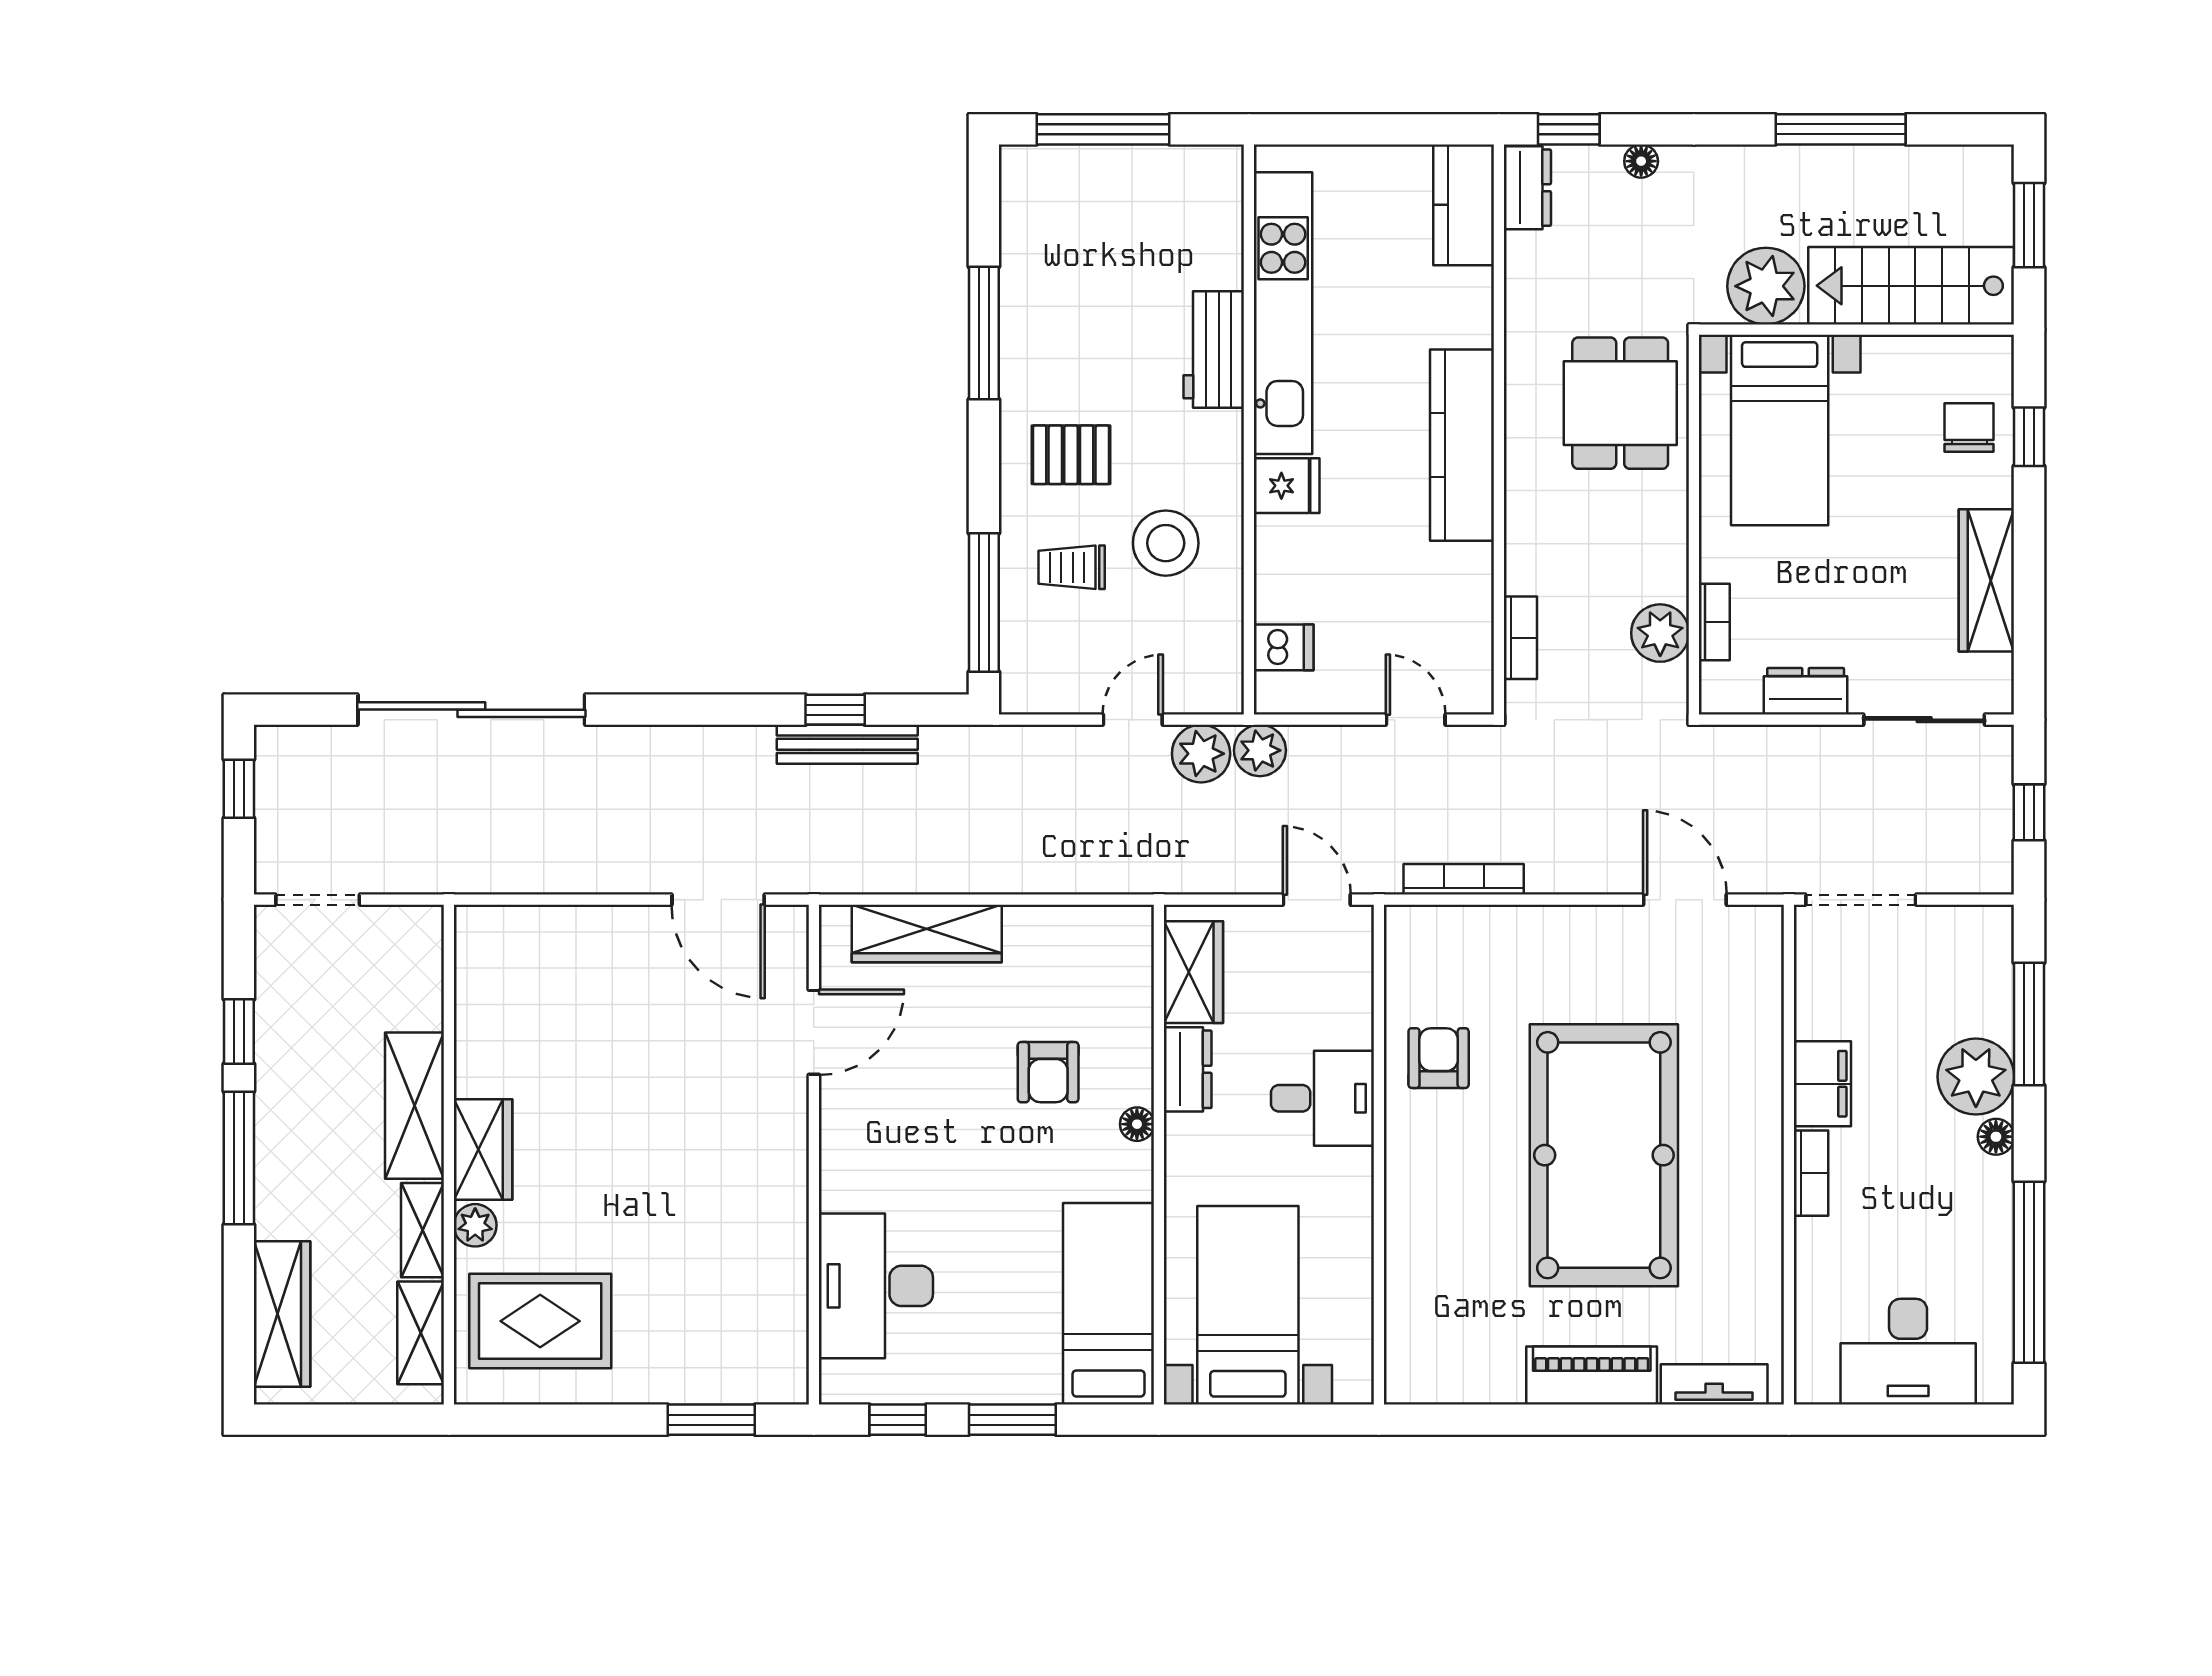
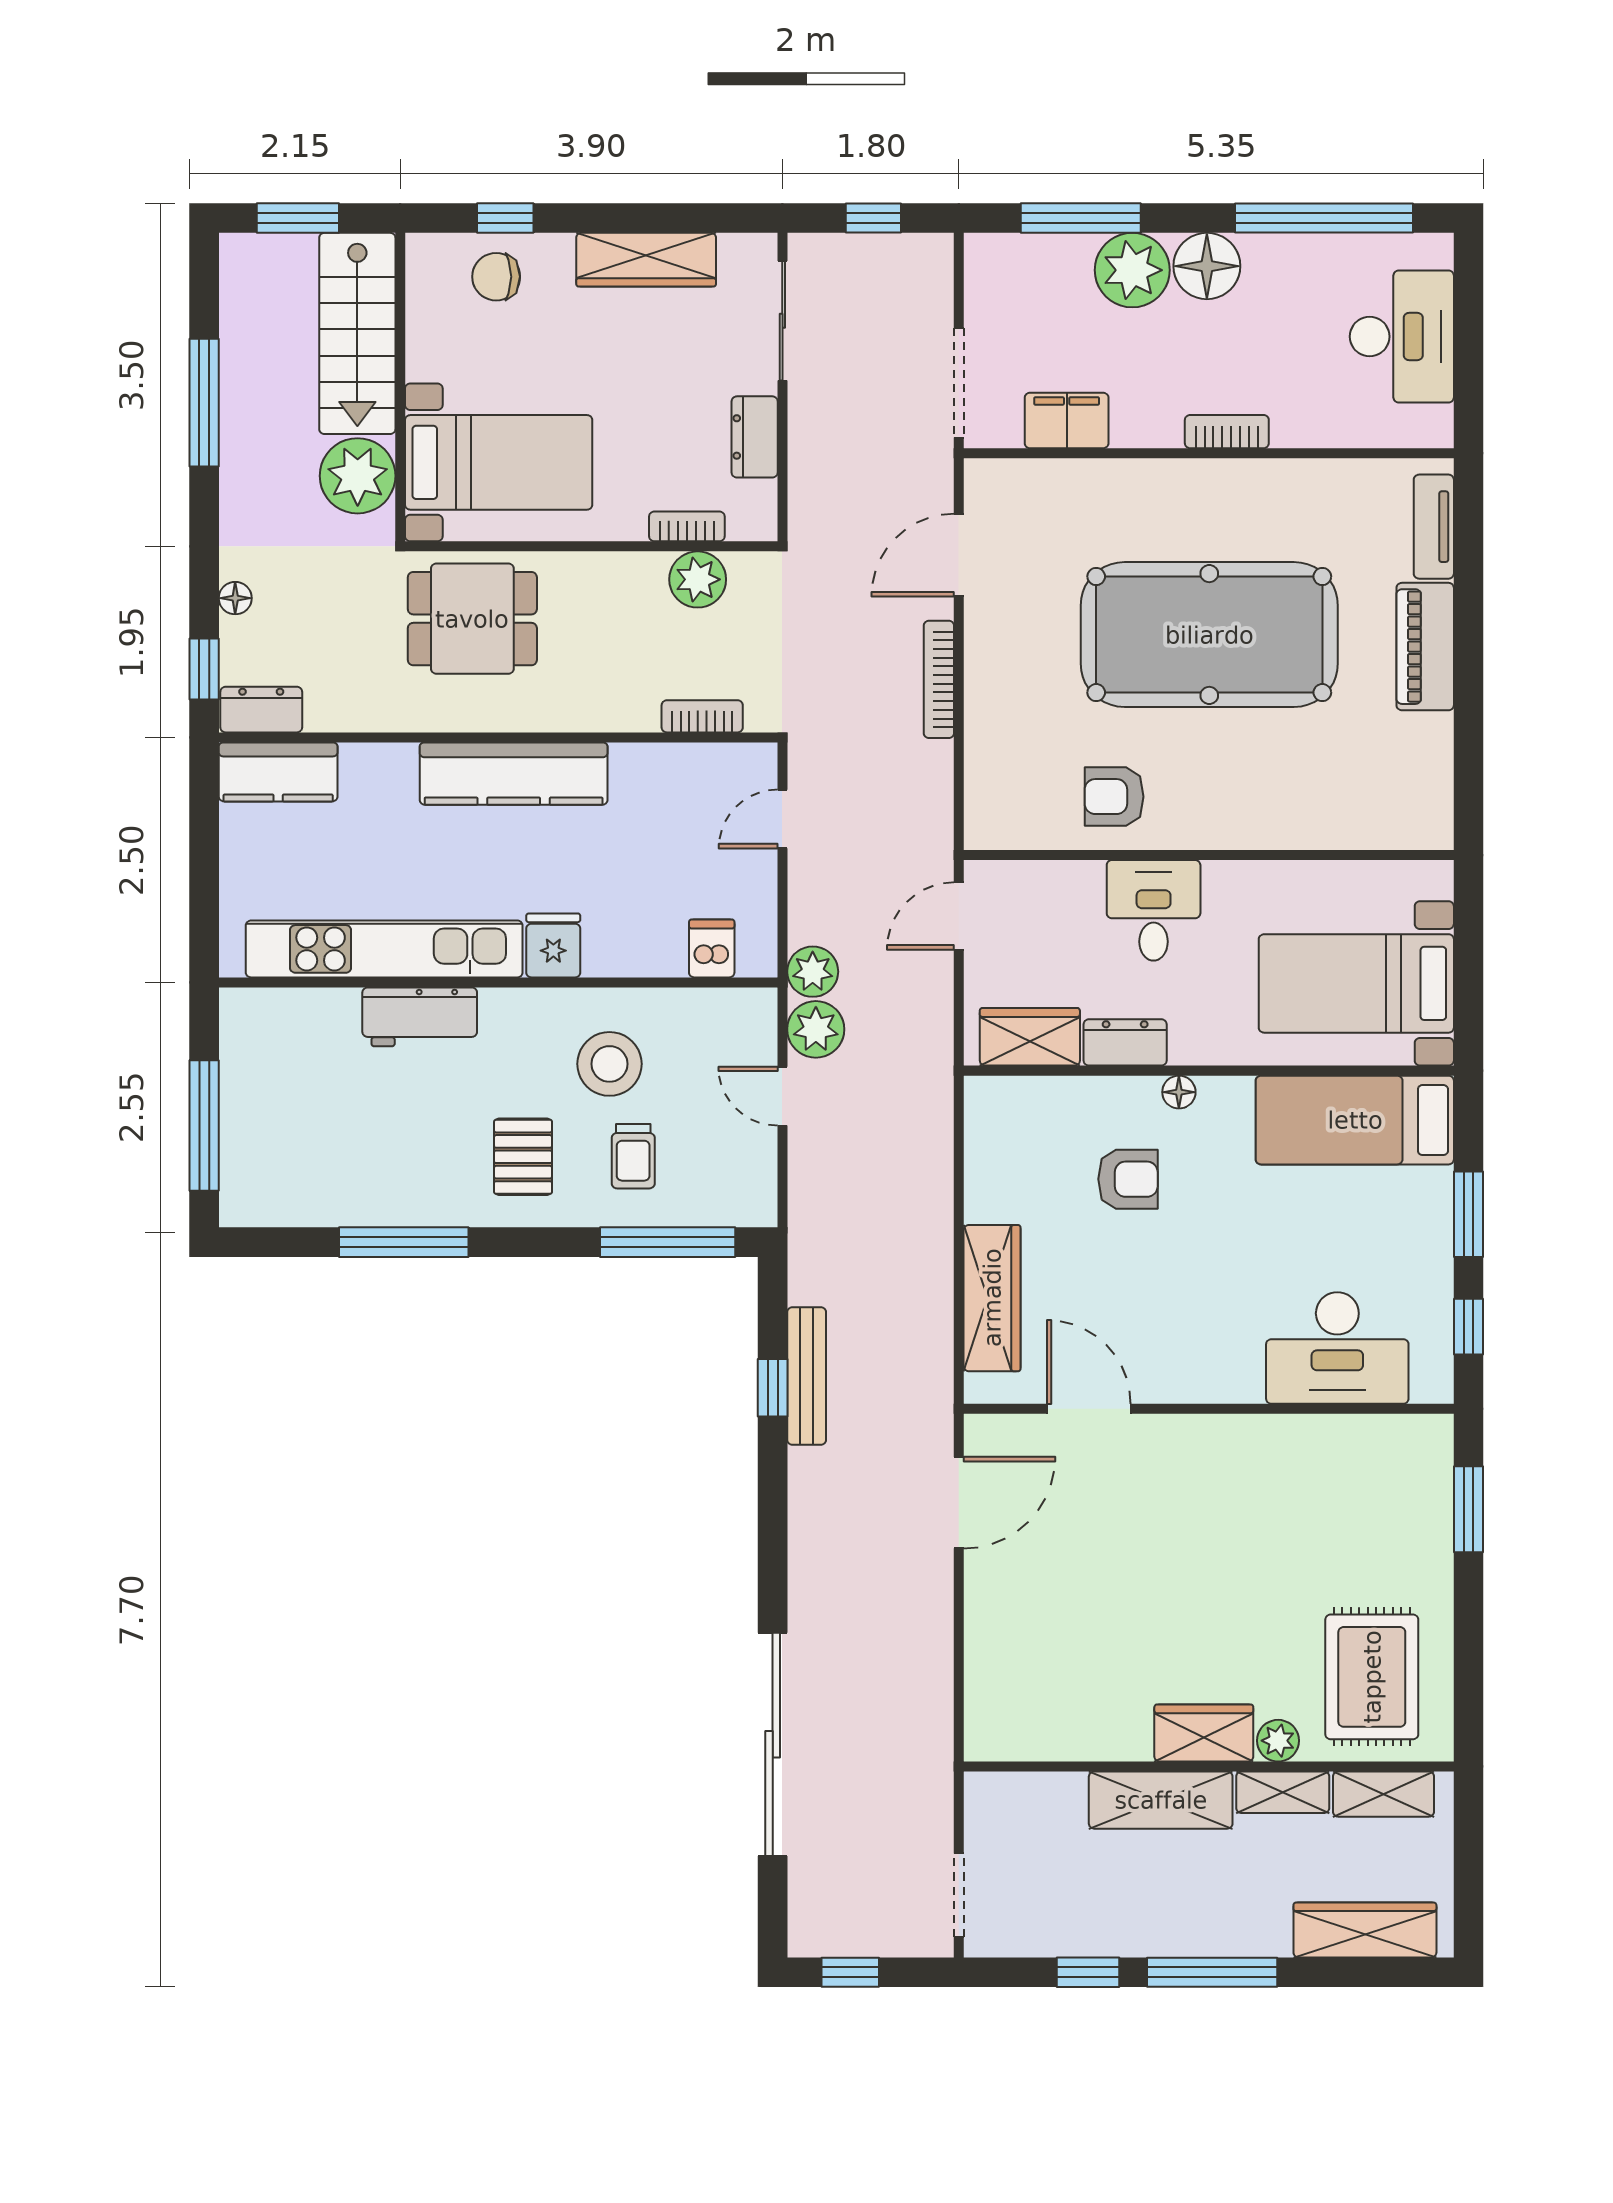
bookcase: (1464, 879) -> (939, 679), moved
filing cabinet: (1822, 1084) -> (1067, 420), moved
floor lamp: (1996, 1137) -> (1207, 266), width x1.89, depth x1.89

